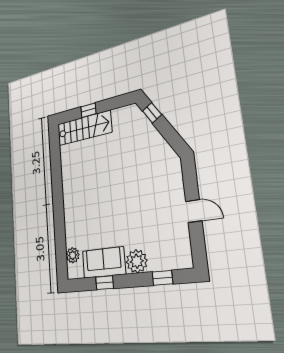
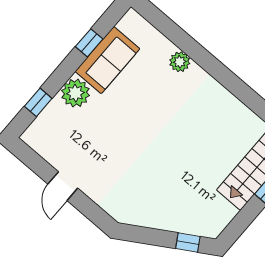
door: (194, 211) -> (63, 186), hinge flipped
plant: (73, 255) -> (180, 62), moved

